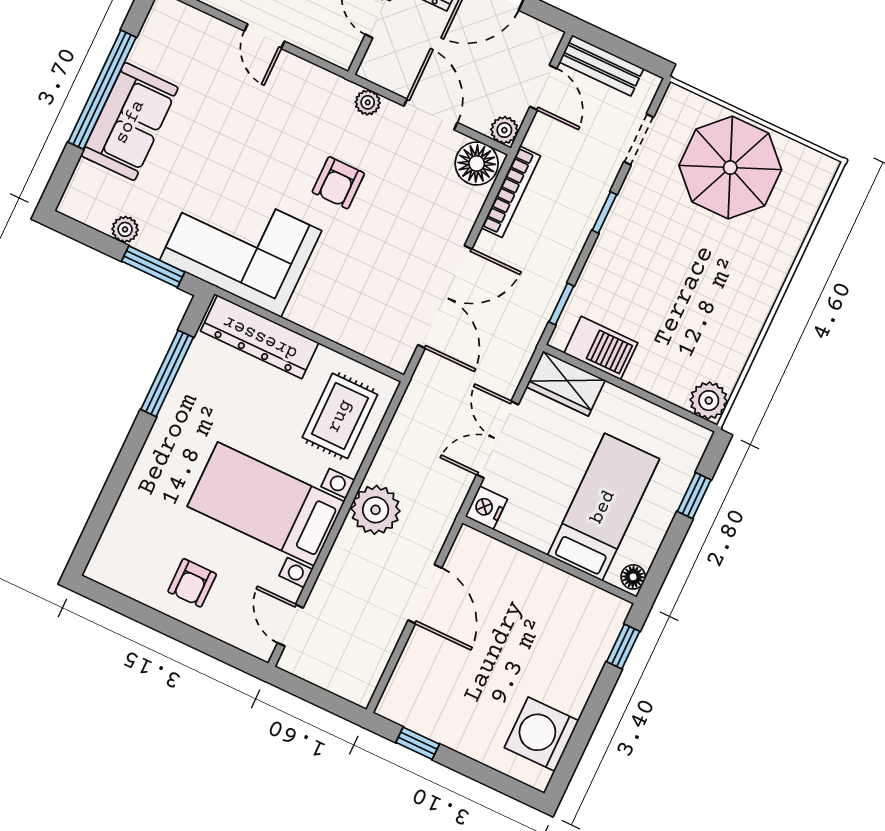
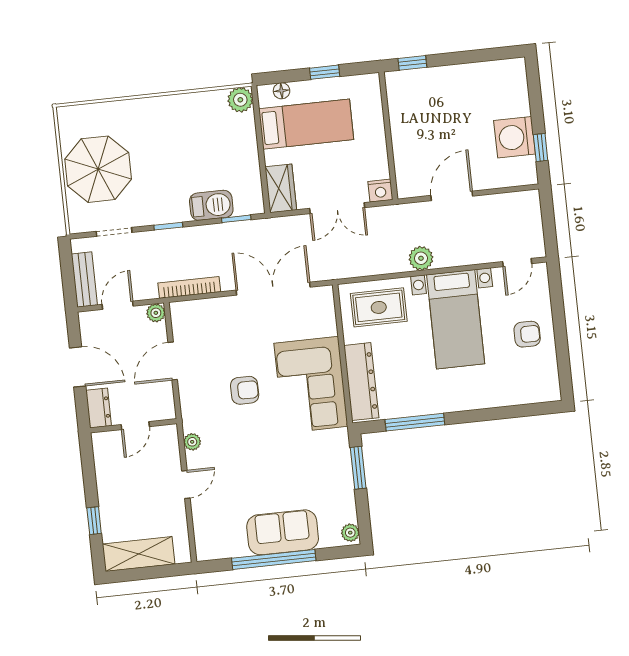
plant: (368, 102) -> (192, 442), moved
floor lamp: (477, 163) -> (185, 317), removed
plant: (125, 229) -> (350, 533), moved
corner sofa: (241, 245) -> (311, 385), moved
barbecue: (601, 348) -> (211, 205), moved, turned 90
window: (694, 496) -> (325, 72), moved
bed: (603, 507) -> (306, 124), moved, turned 180
plant: (376, 510) -> (421, 258), width x0.73, depth x0.73
floor lamp: (633, 577) -> (282, 91), moved
washing machine: (541, 734) -> (515, 137), moved, turned 90

